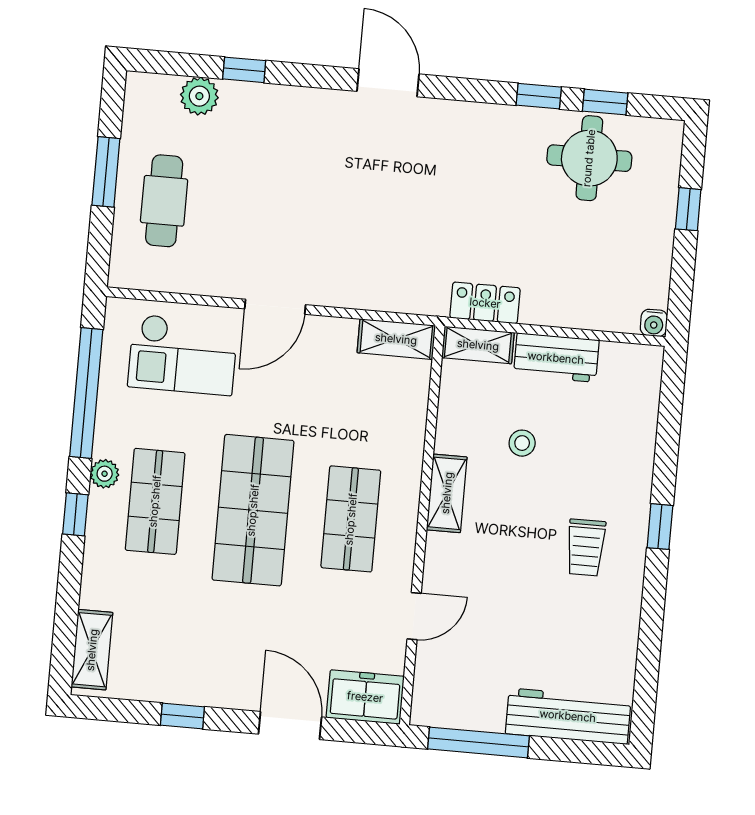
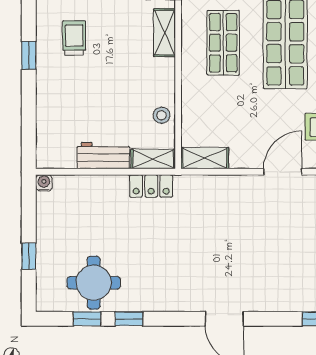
stool: (522, 443) -> (161, 115), moved
shelving: (447, 493) -> (164, 33), moved

